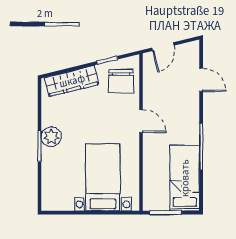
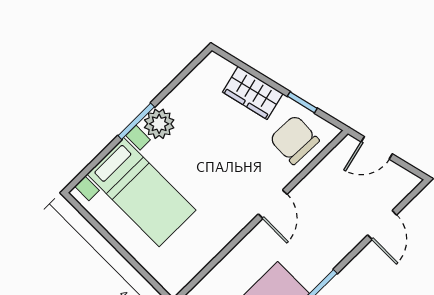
wardrobe: (72, 81) -> (253, 93), width x0.67
chair: (121, 81) -> (294, 140), turned 92
bed with nightstands: (103, 177) -> (141, 192), moved, turned 90

